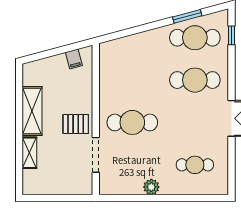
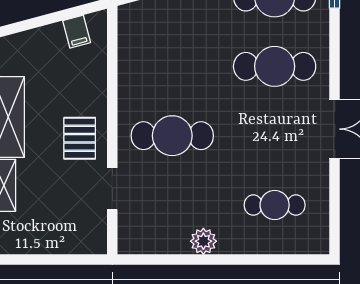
pallet: (76, 124) -> (80, 138), turned 90
doorway: (96, 155) -> (112, 189), width x0.73

